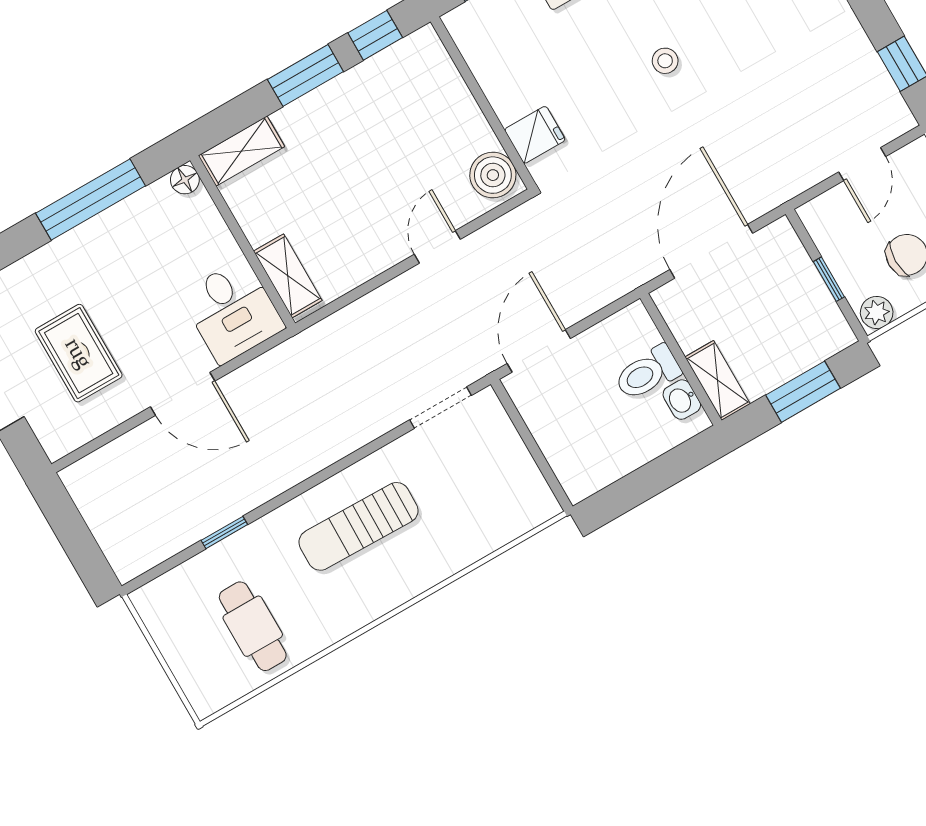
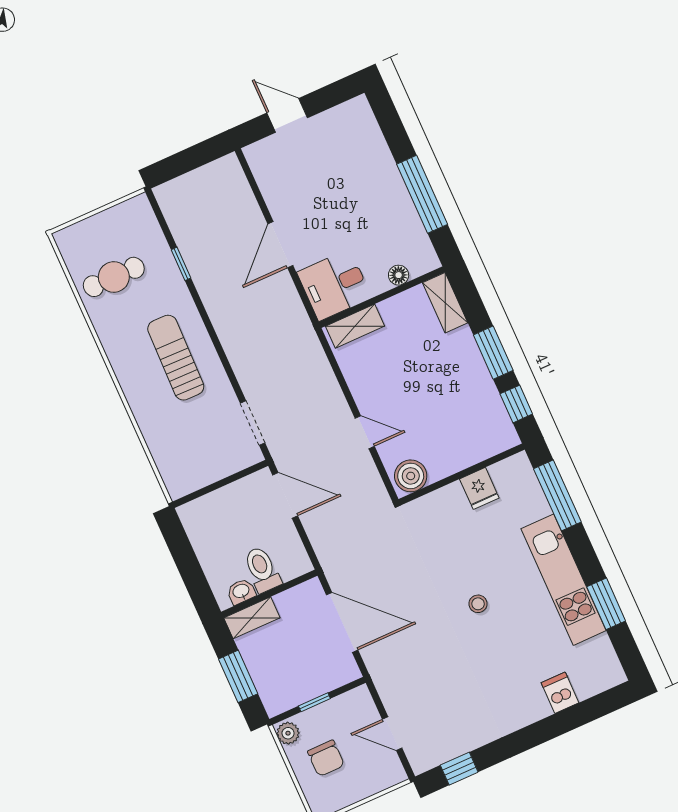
fridge: (535, 135) -> (479, 488), moved
floor lamp: (185, 180) -> (399, 275), moved
rug: (79, 353) -> (316, 175), removed

